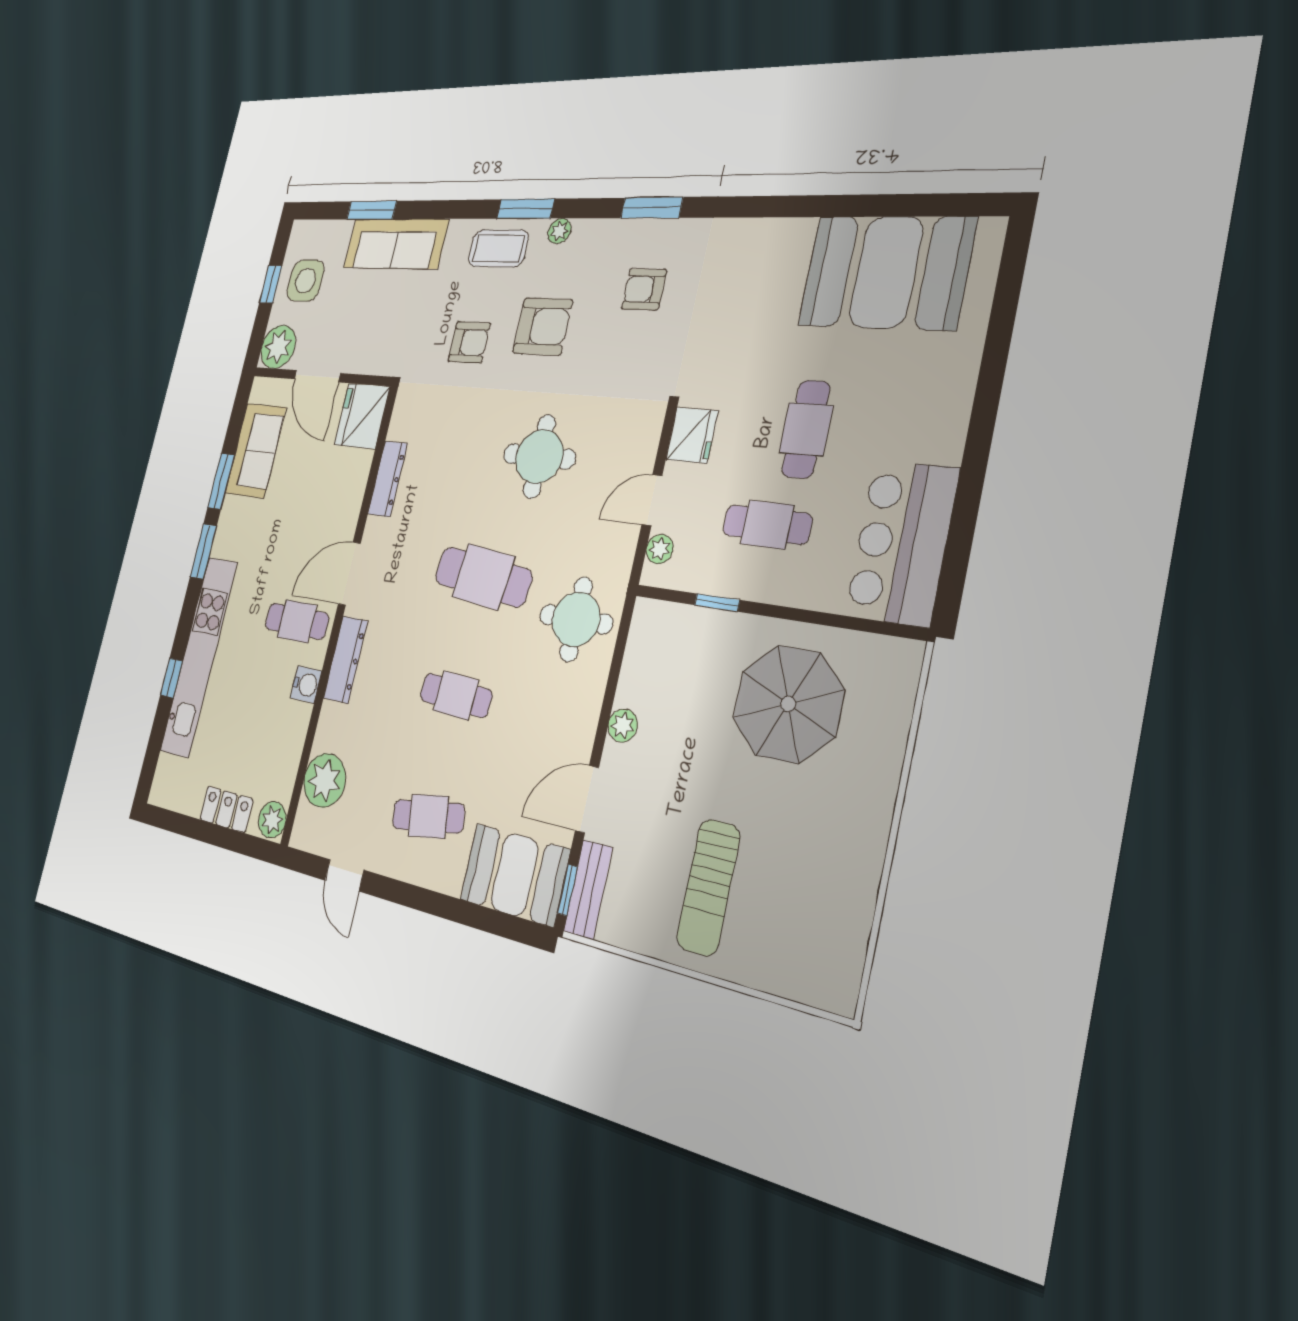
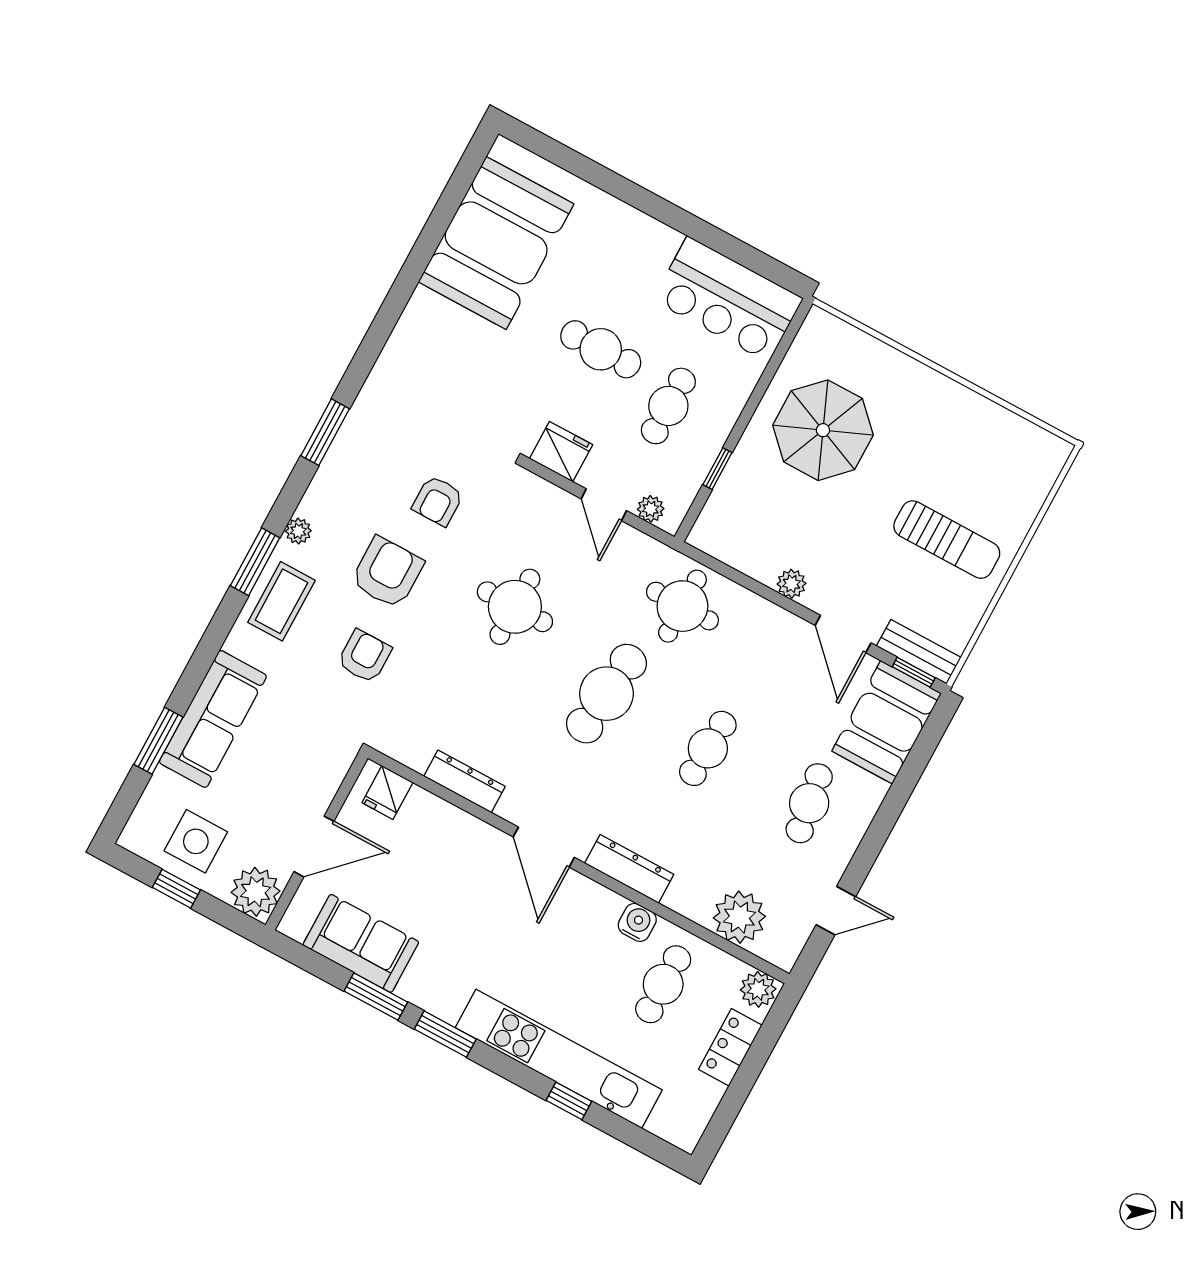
armchair: (644, 289) -> (438, 501), moved
fridge: (362, 416) -> (387, 792), width x0.53, depth x0.75
cafe table: (297, 621) -> (663, 984), moved

